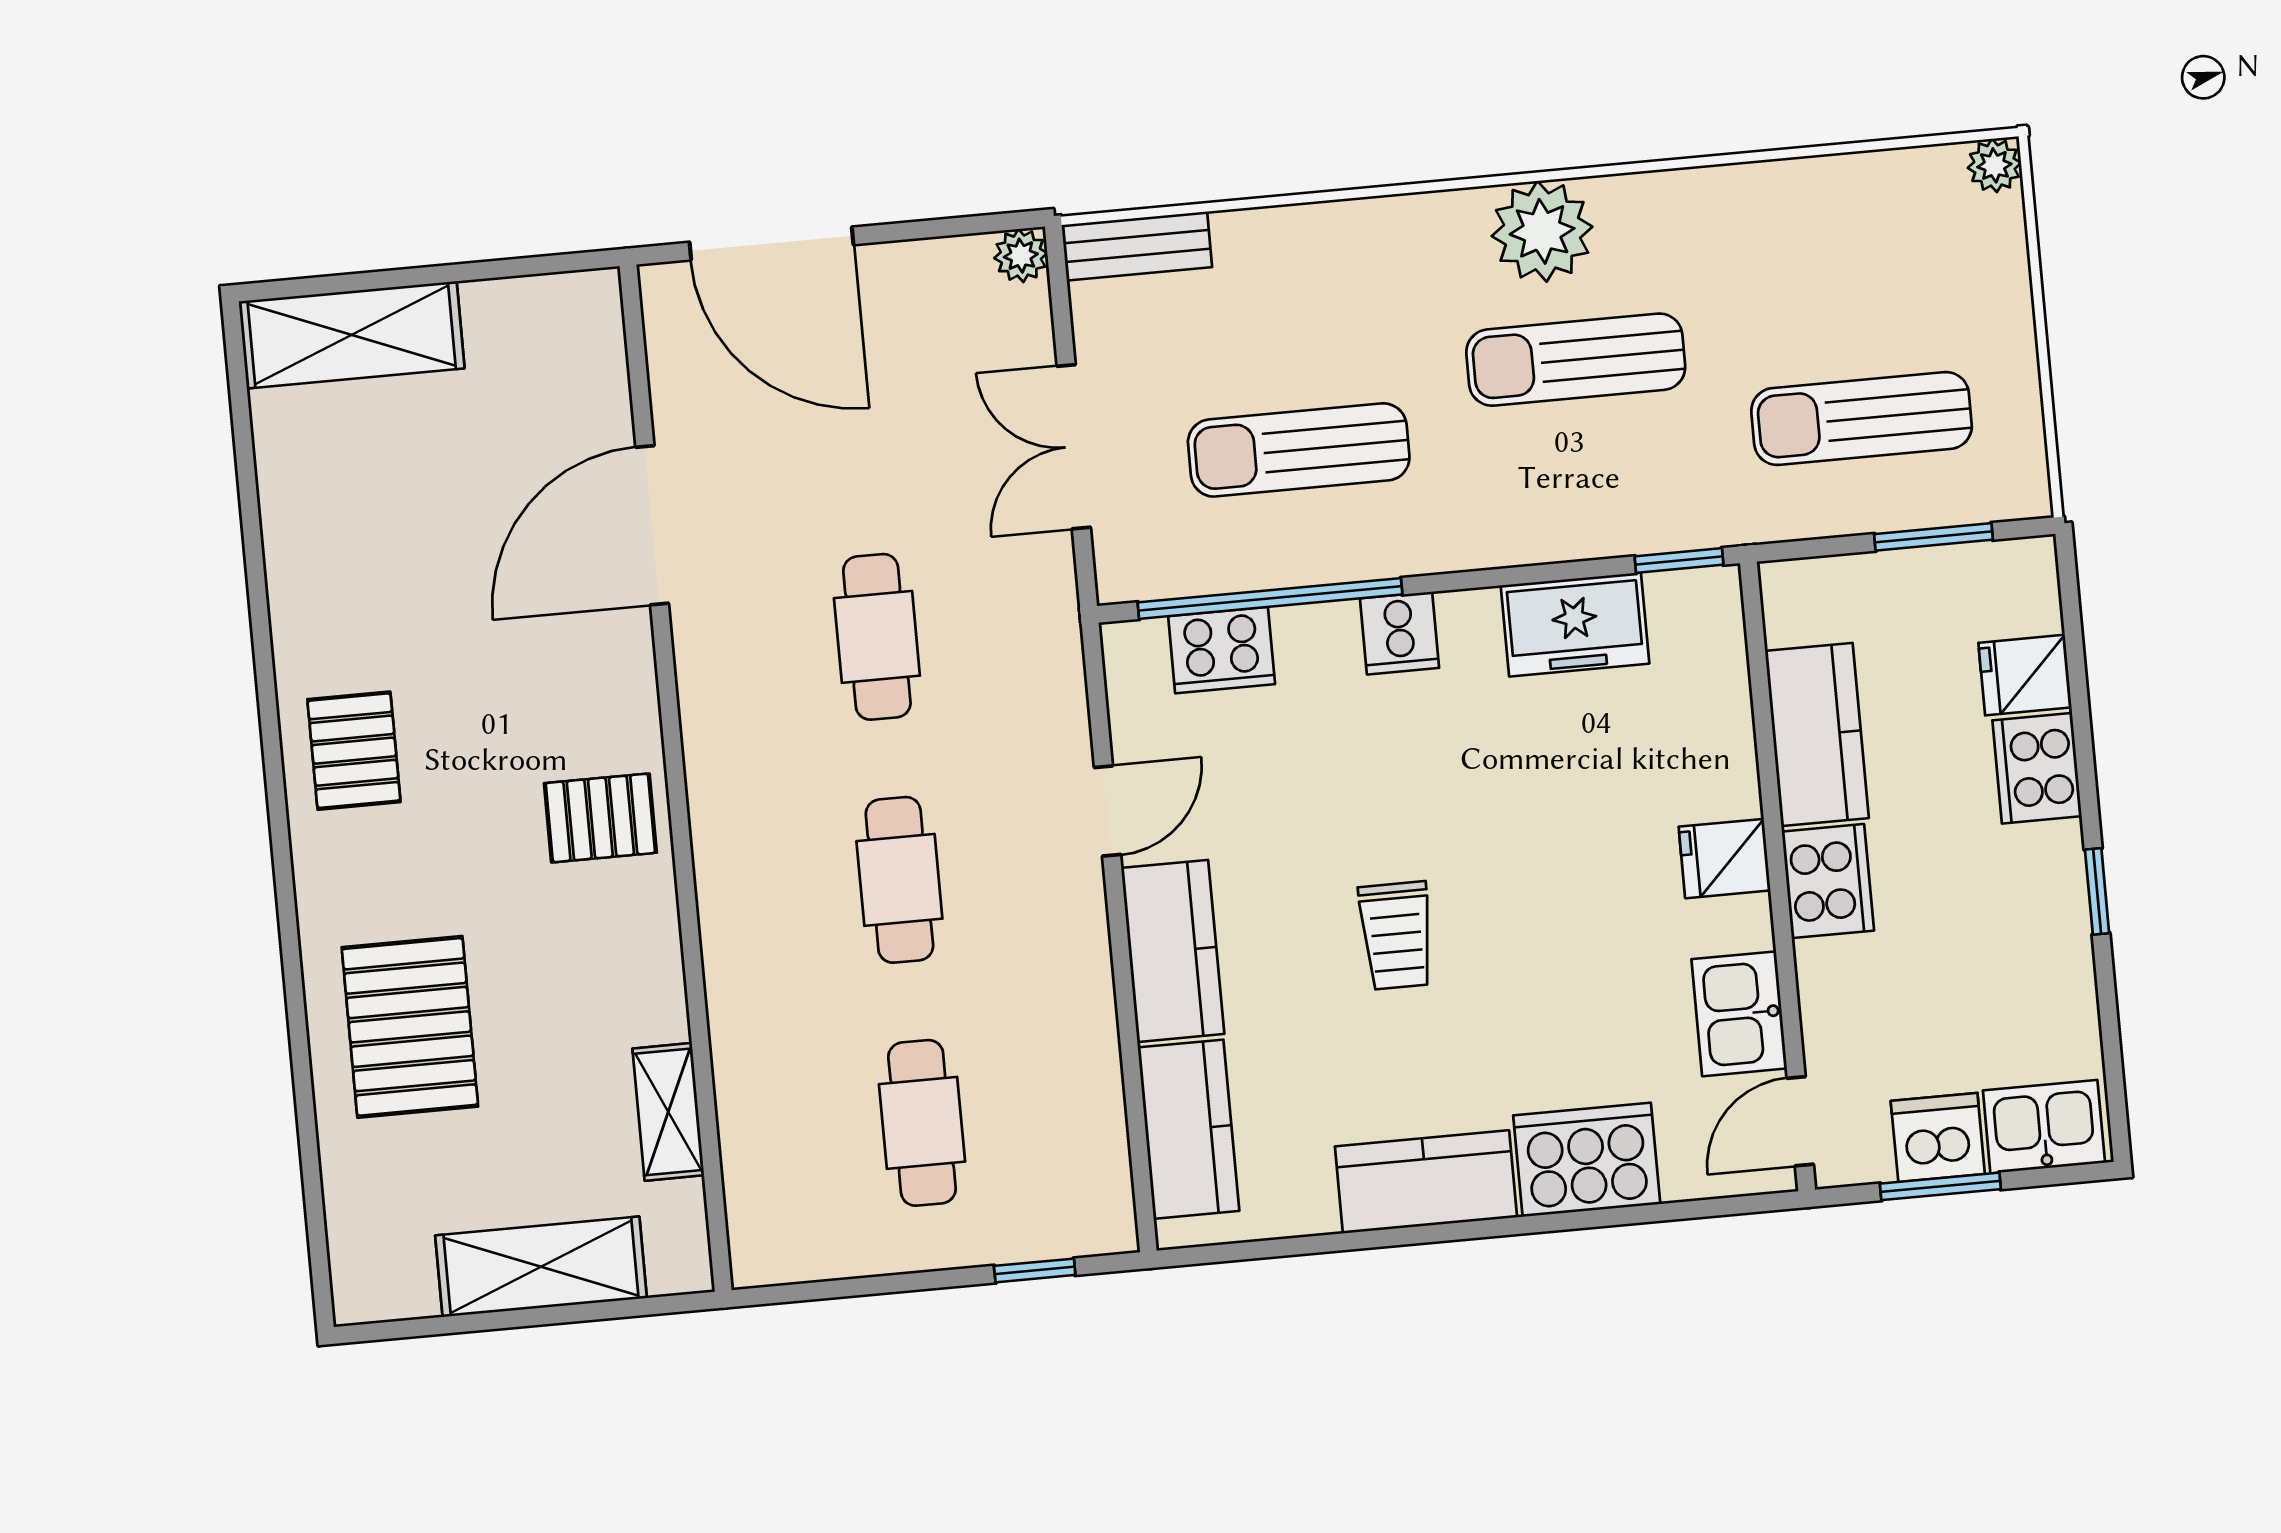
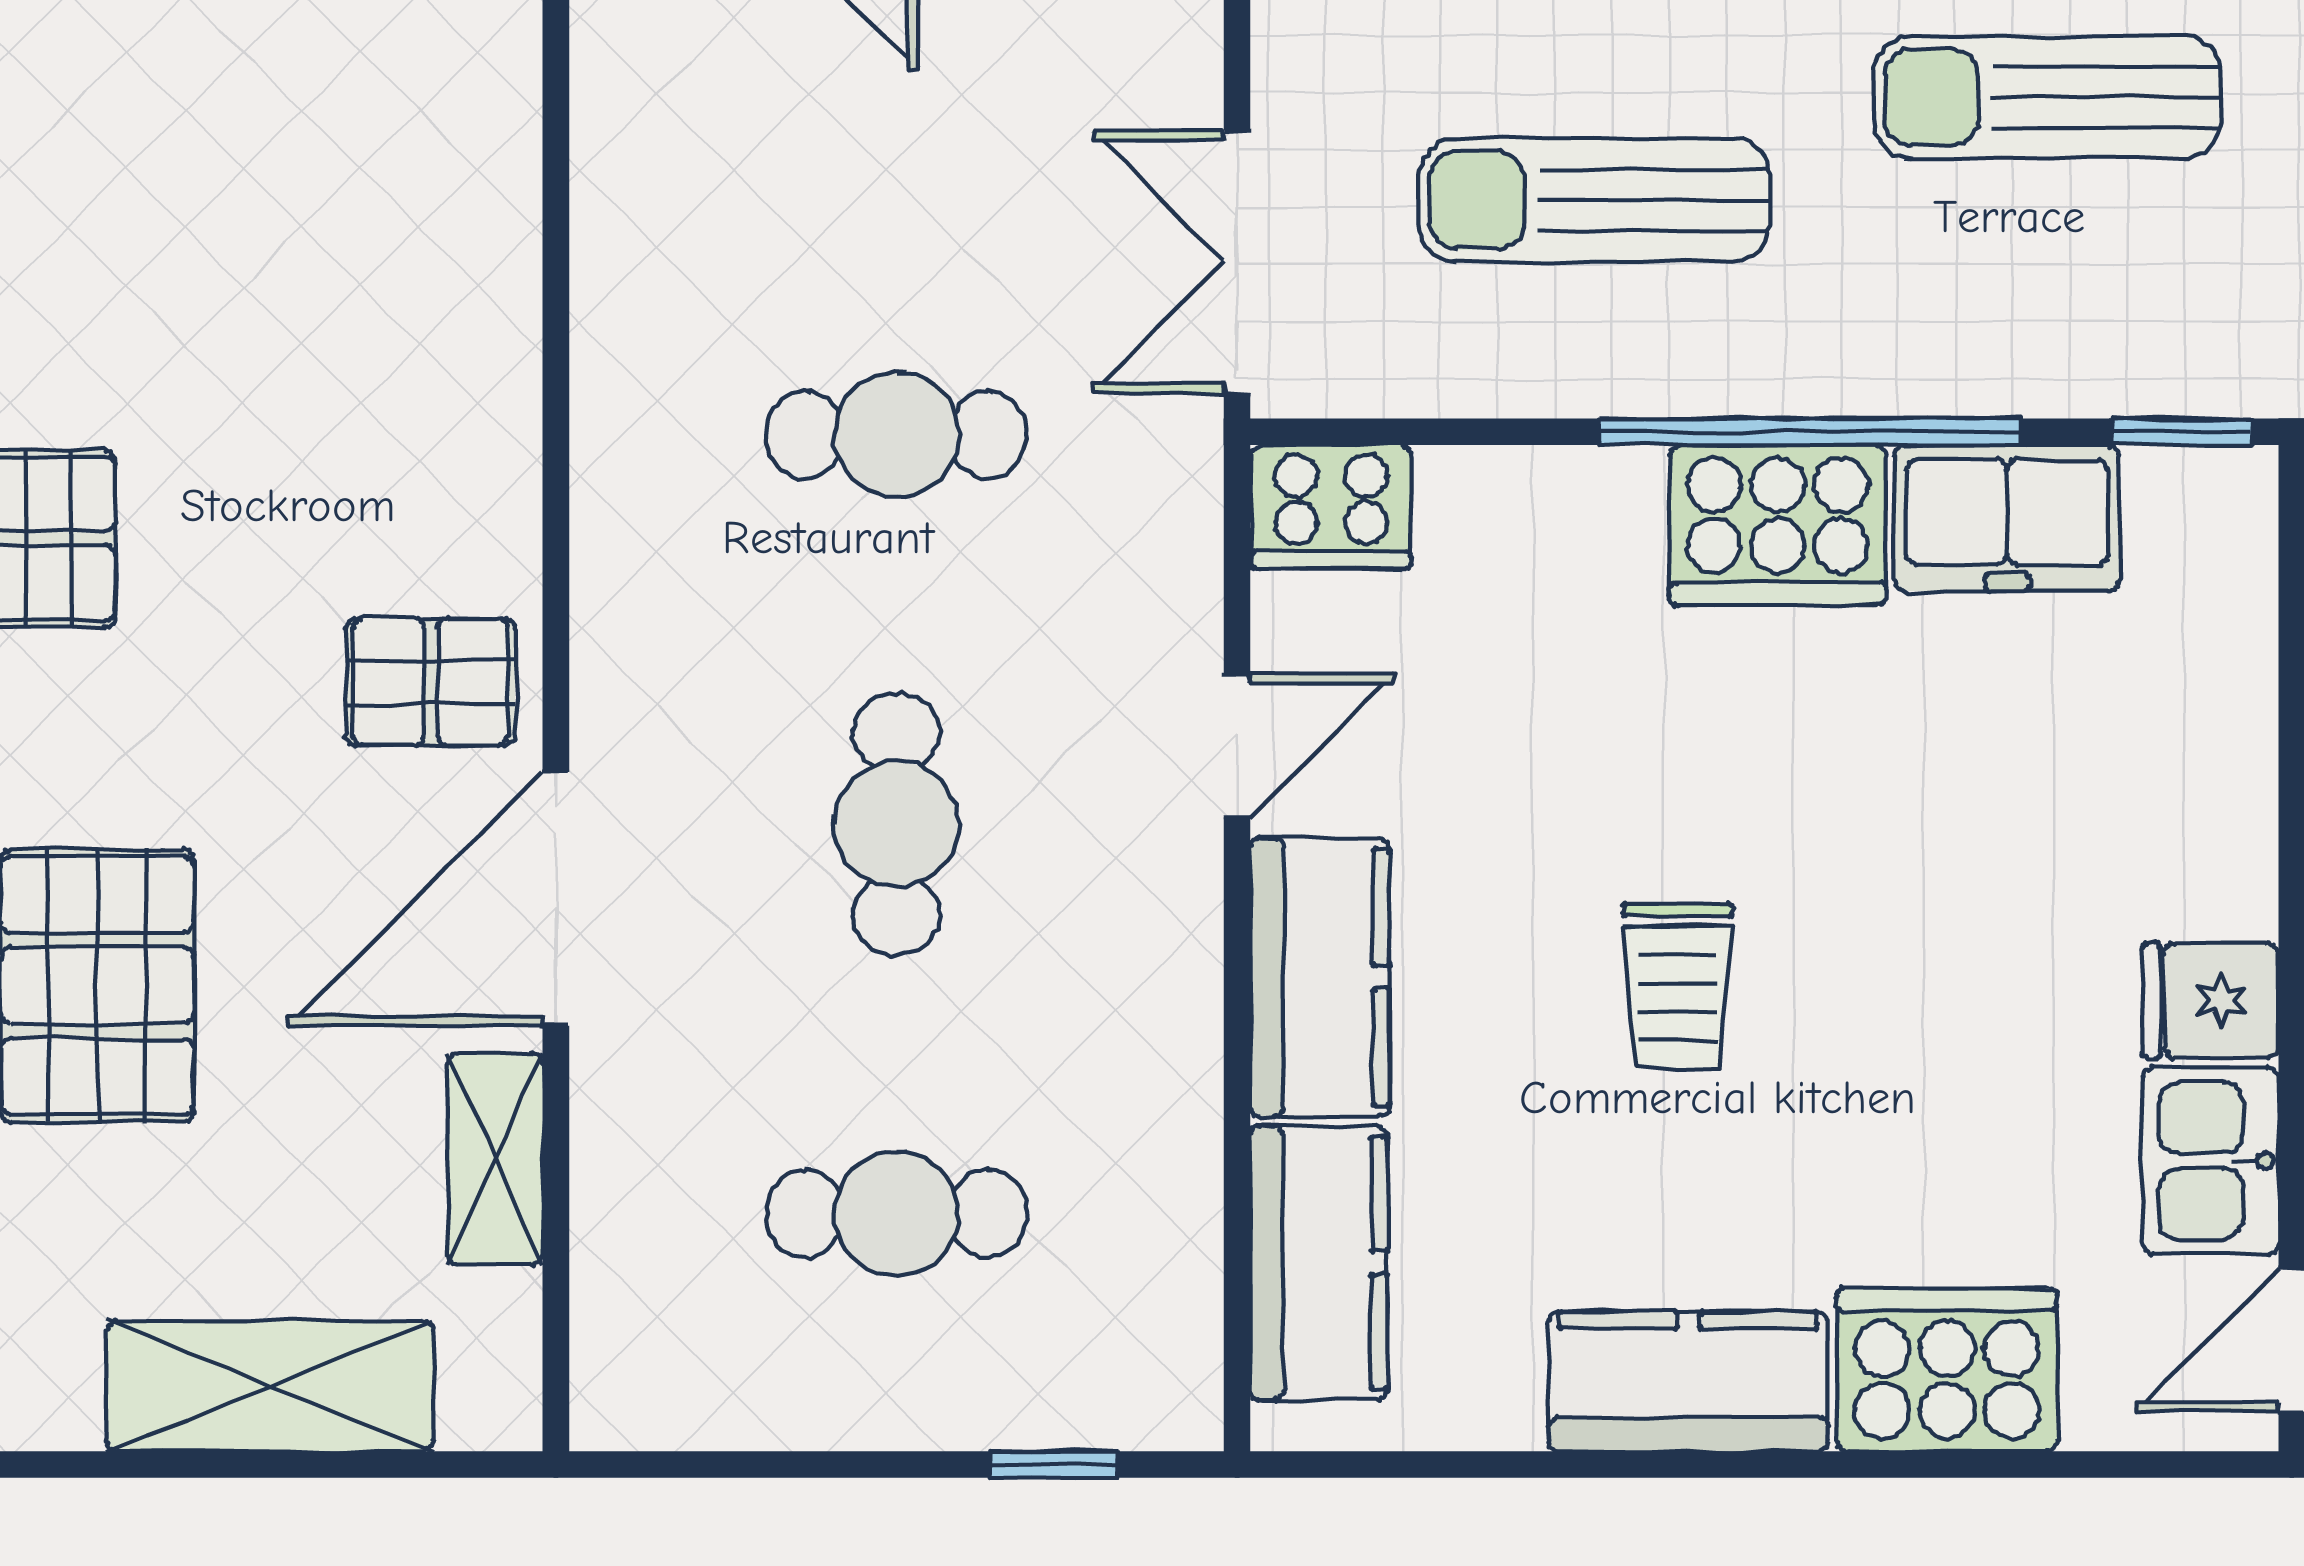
double door: (1074, 447) -> (1237, 262), moved
door: (652, 525) -> (556, 899), moved
window: (1270, 598) -> (1810, 432), moved
cooker: (1400, 633) -> (1778, 525), width x1.87, depth x1.31
cafe table: (877, 637) -> (896, 435), turned 90
cooker: (1222, 650) -> (1331, 507), moved
fridge: (1725, 859) -> (2210, 1001), moved
cafe table: (922, 1123) -> (896, 1214), turned 90

